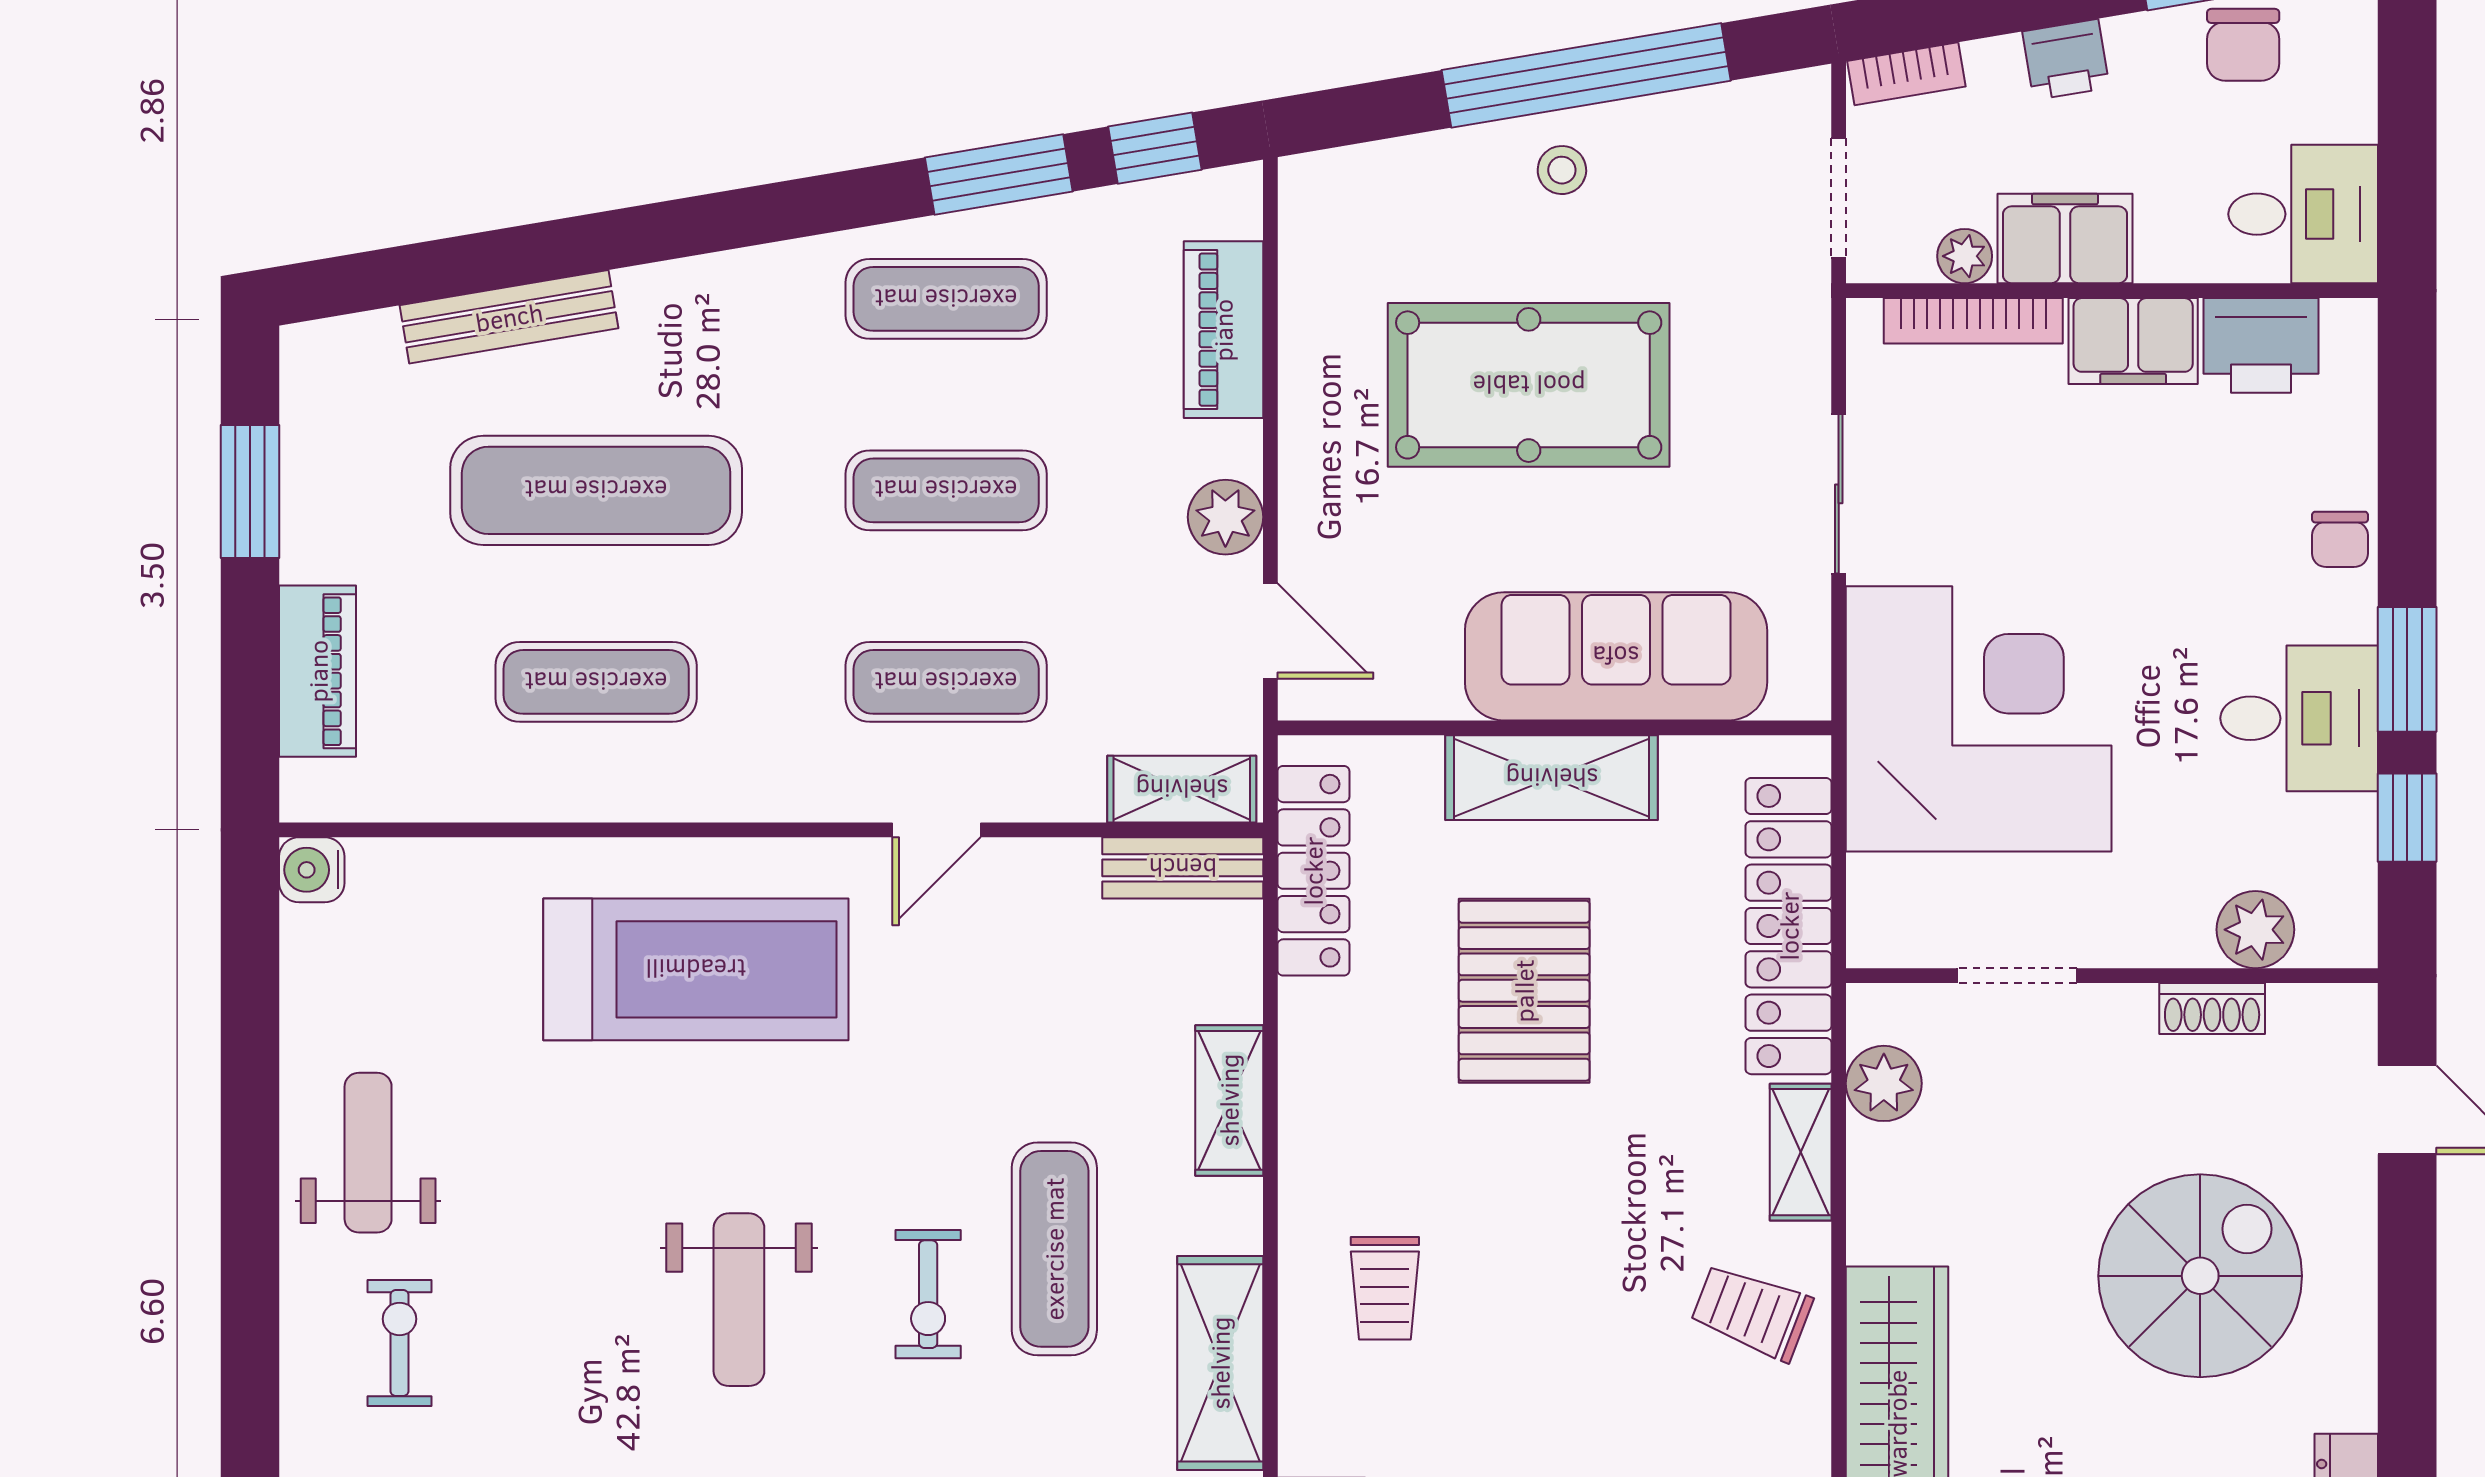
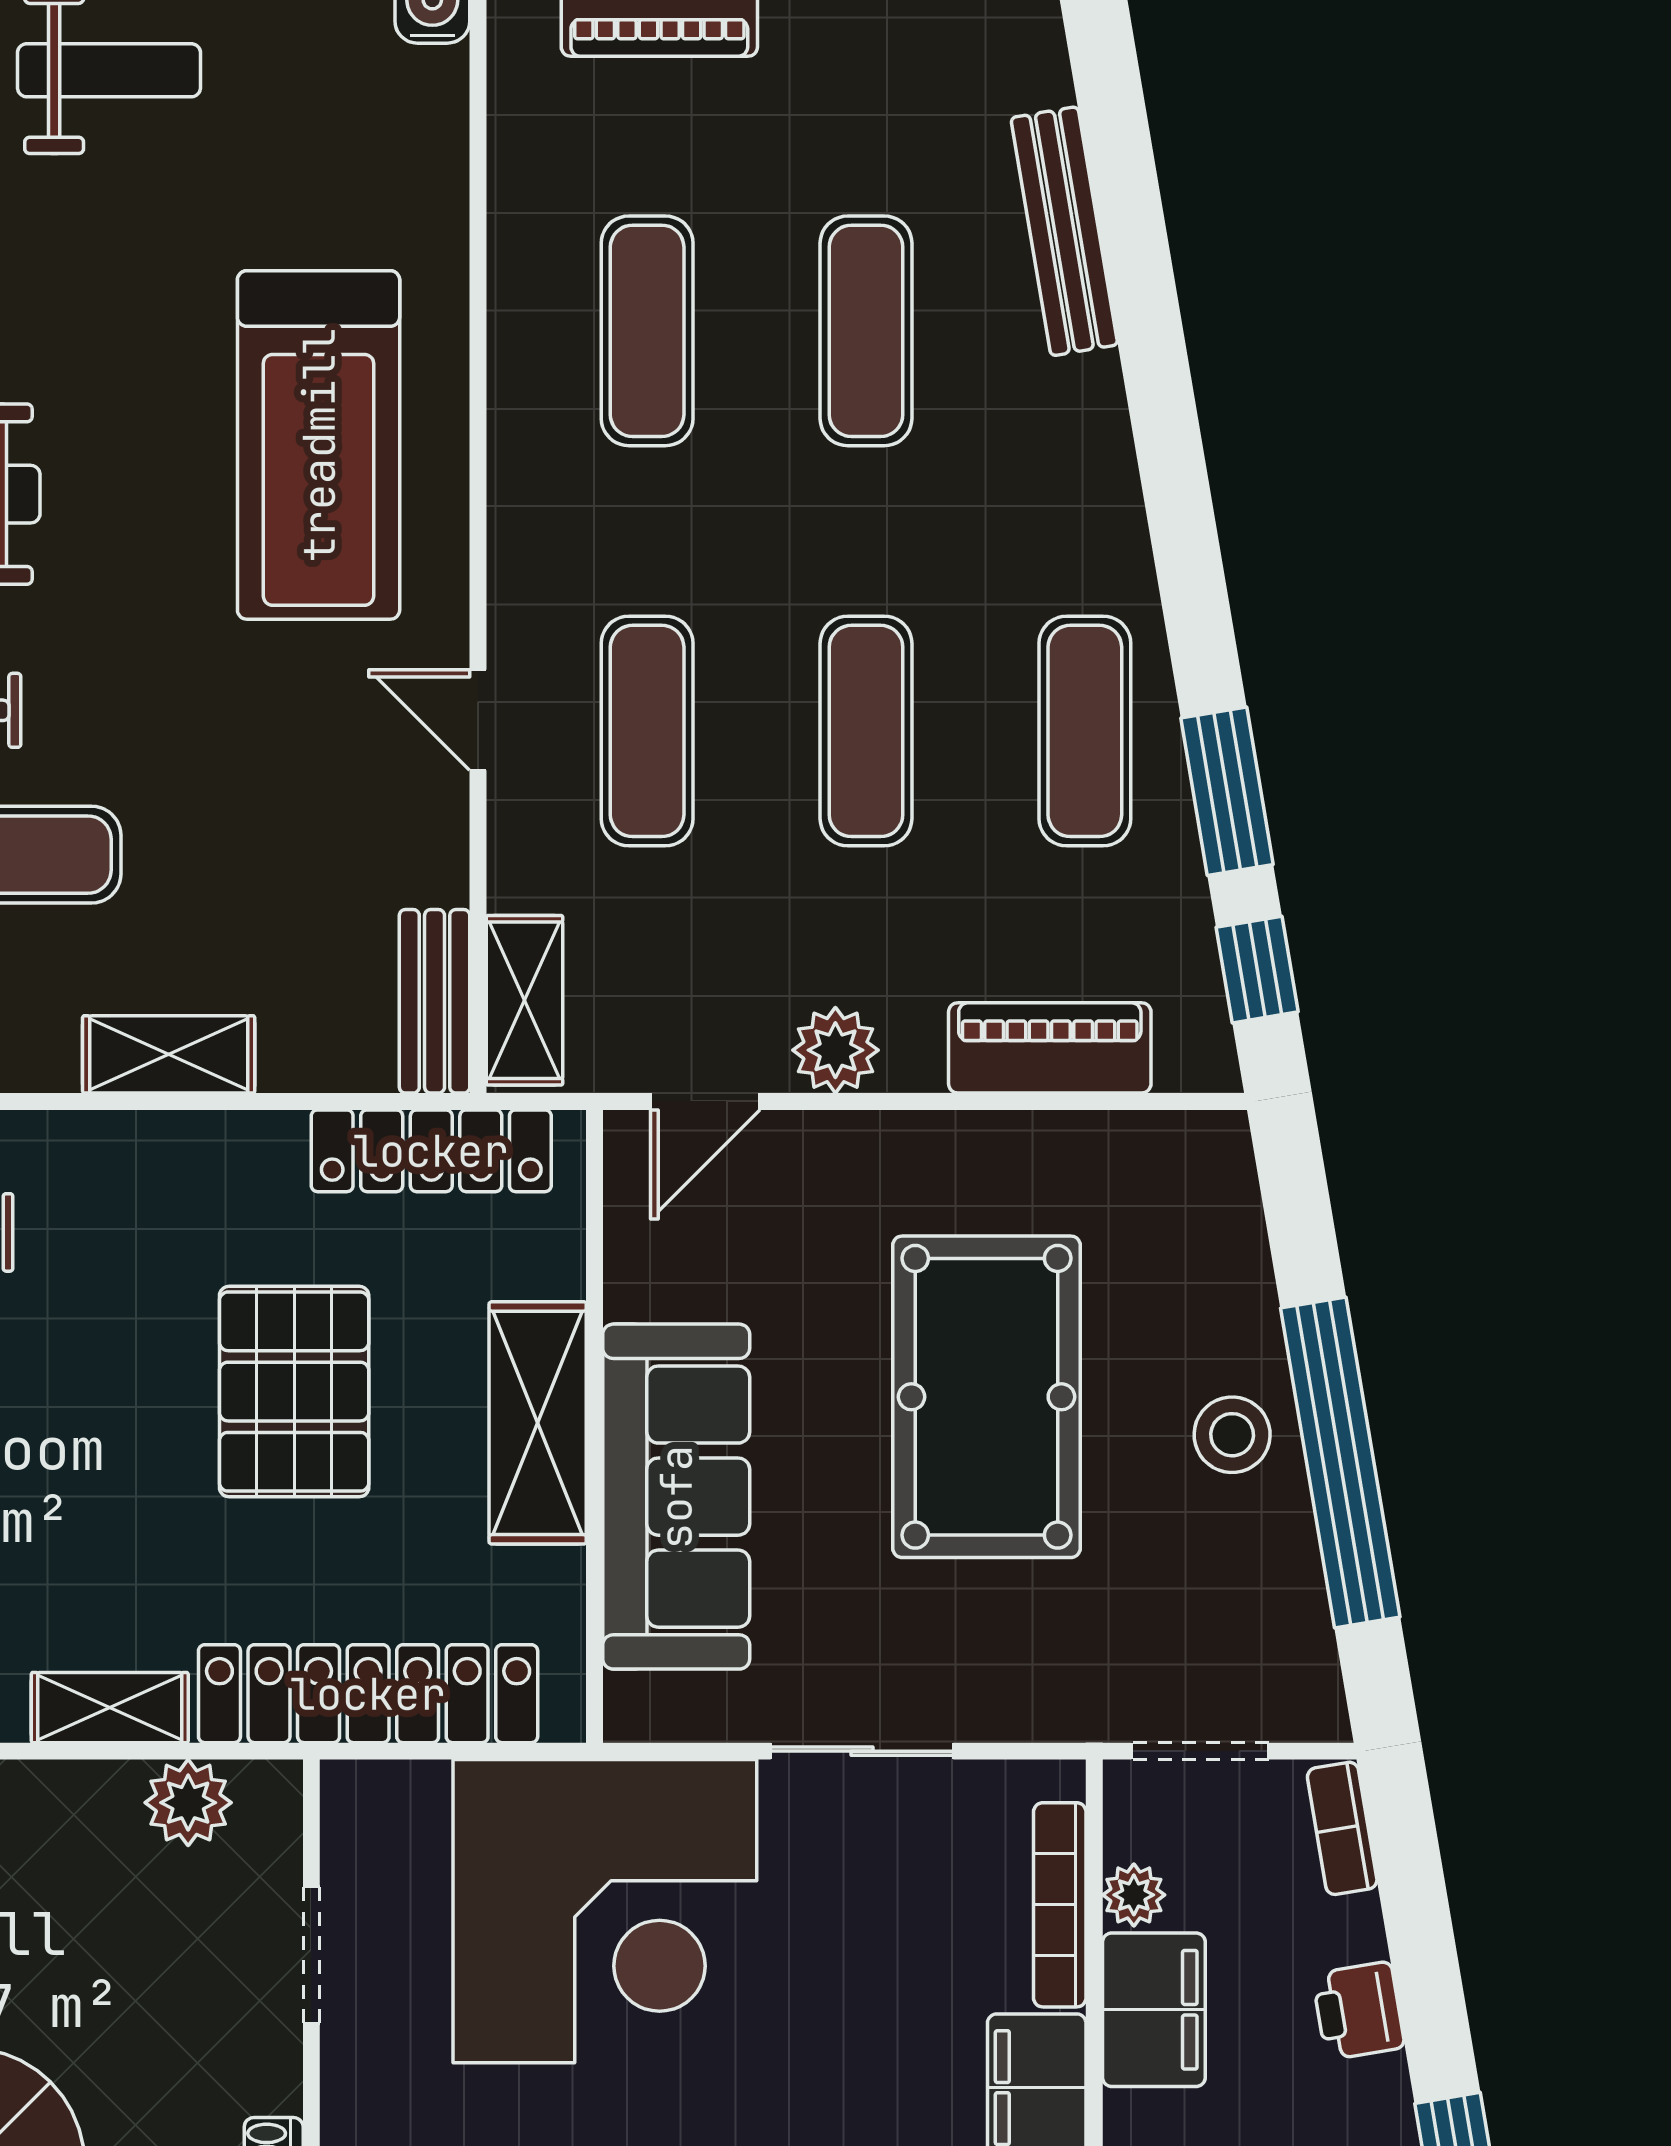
stool: (1562, 170) -> (1232, 1435), width x1.37, depth x1.37
exercise mat: (596, 490) -> (866, 331), width x0.73, depth x0.69
pallet: (1524, 991) -> (294, 1392), turned 90

